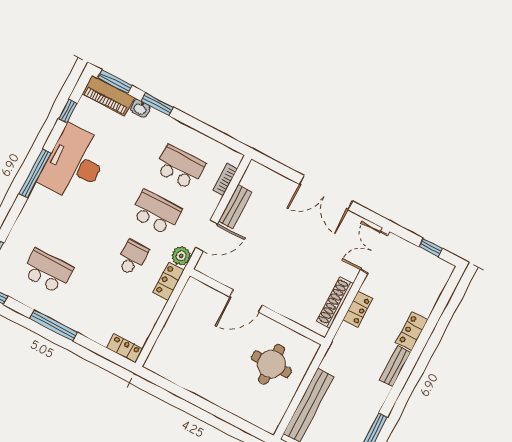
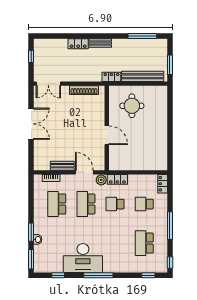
piano: (108, 96) -> (40, 259), removed
school desk: (108, 303) -> (144, 204), added
locker: (358, 309) -> (111, 77), moved

